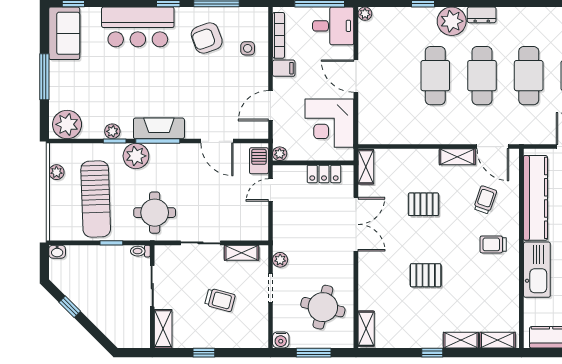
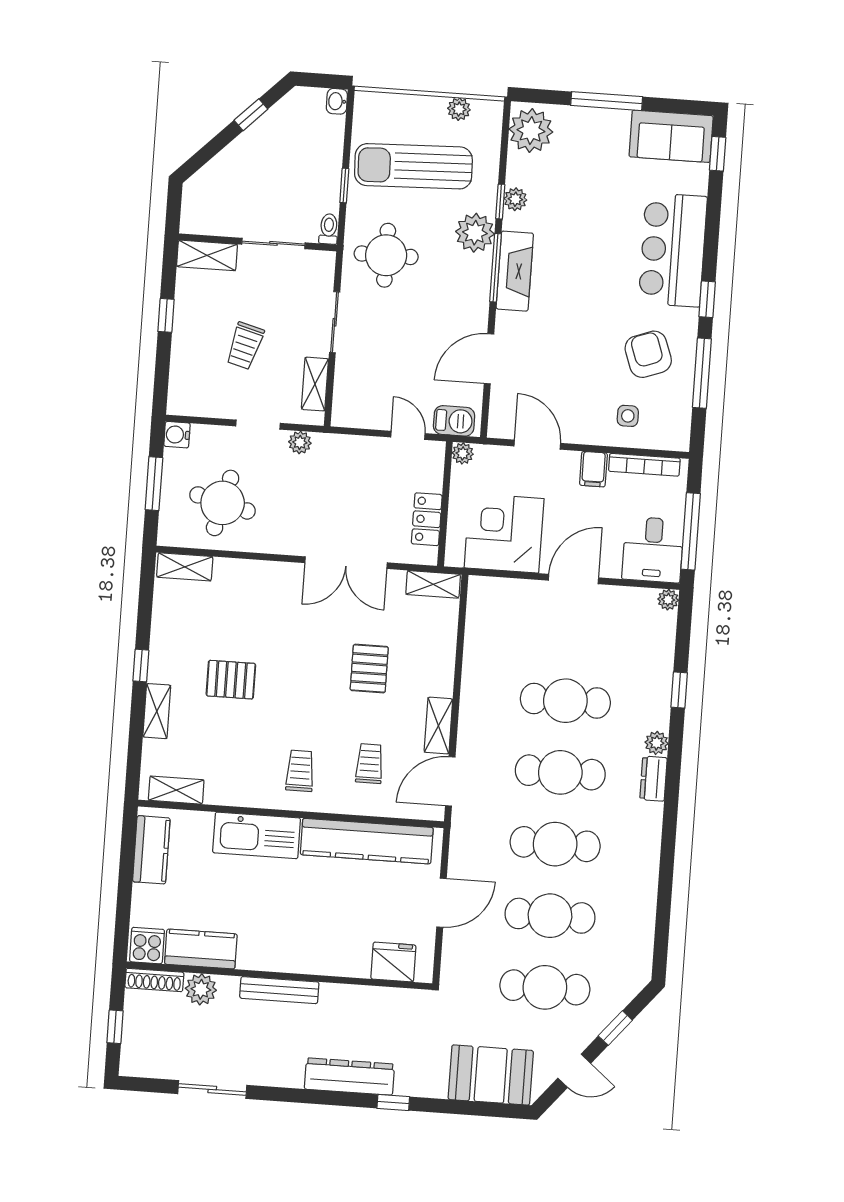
plant: (452, 21) -> (657, 743), width x0.53, depth x0.53
trolley: (485, 200) -> (369, 764), turned -109
pallet: (426, 275) -> (231, 680), moved, turned 90
shelving: (498, 340) -> (176, 790), moved, turned 90

